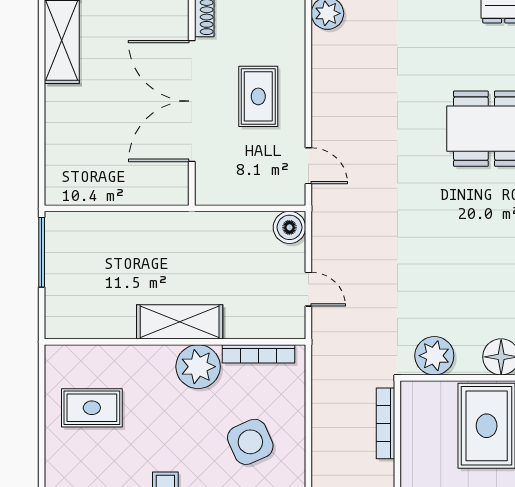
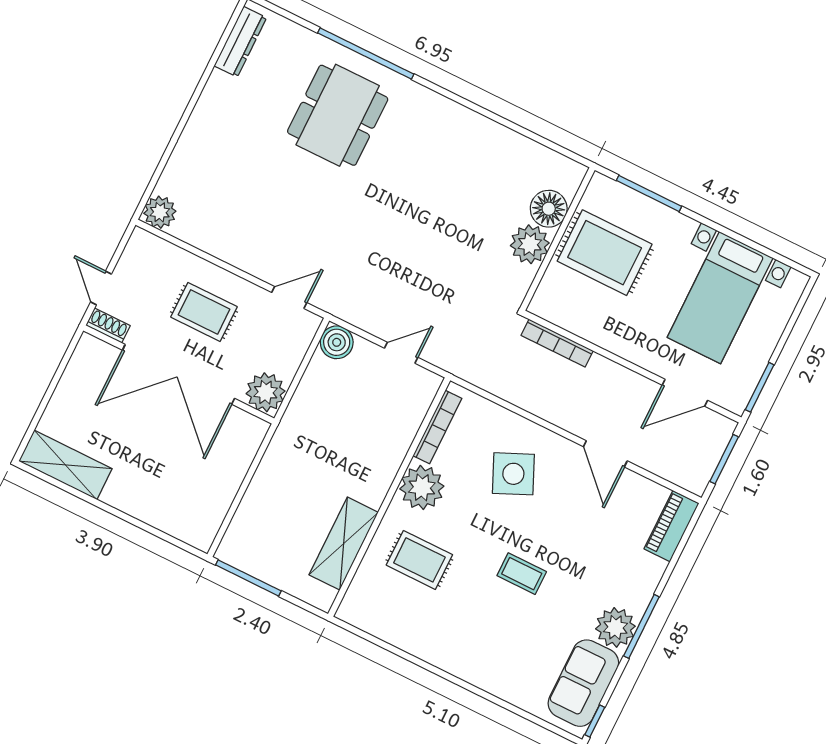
plant: (214, 186) -> (266, 392), added
shelving: (180, 322) -> (344, 544), moved
plant: (434, 356) -> (530, 244), moved
rug: (92, 408) -> (419, 560), moved, turned 90

